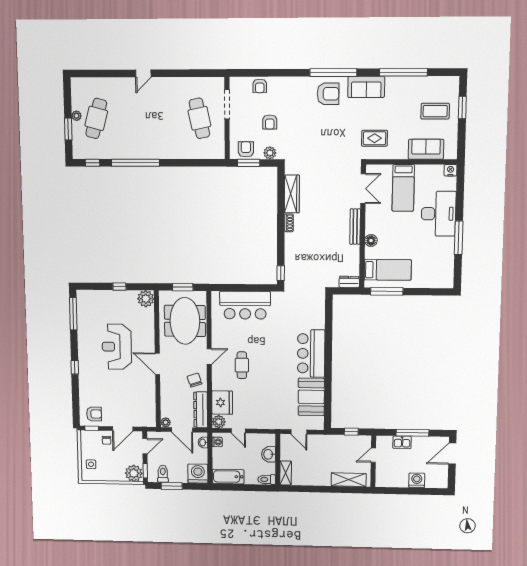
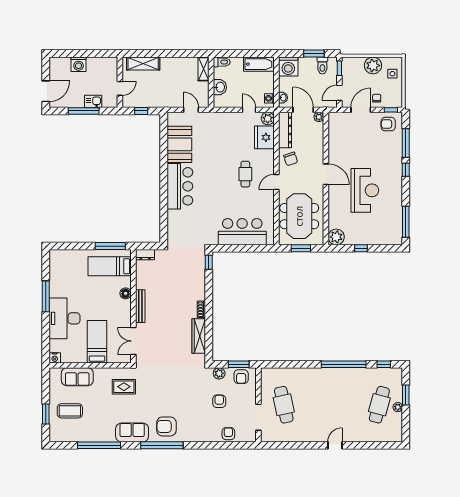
window: (76, 395) -> (406, 143), added
plant: (134, 473) -> (373, 65), moved

